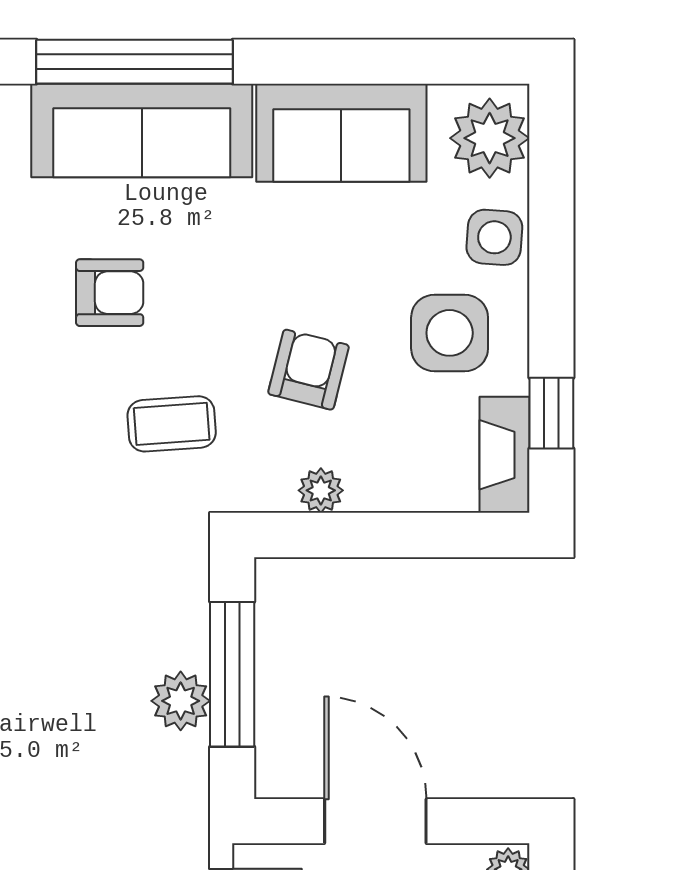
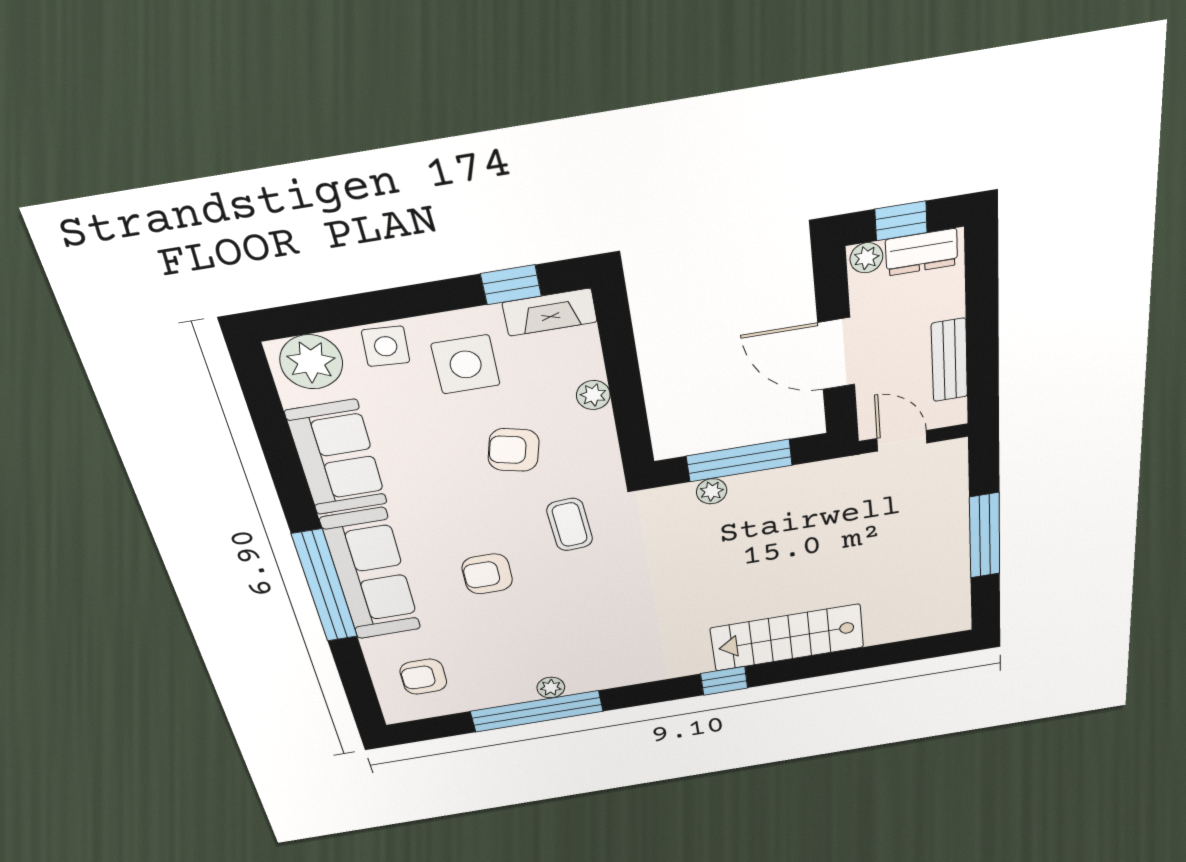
armchair: (110, 293) -> (487, 574), turned -90
plant: (321, 490) -> (593, 395), moved
plant: (181, 701) -> (712, 491), moved, width x0.73, depth x0.73
door: (375, 821) -> (836, 354), hinge flipped

